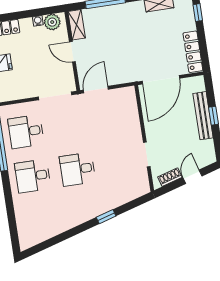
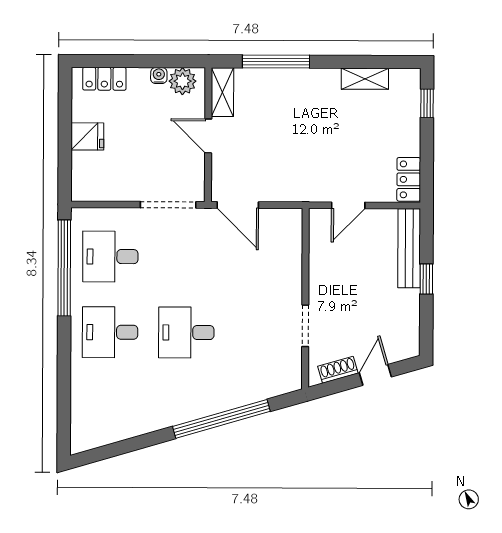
locker: (193, 52) -> (409, 179), width x0.66
door: (161, 80) -> (348, 205), width x0.53
door: (96, 90) -> (238, 205), swing flipped
bench: (203, 116) -> (409, 248), moved
window: (106, 217) -> (221, 419), width x3.17

